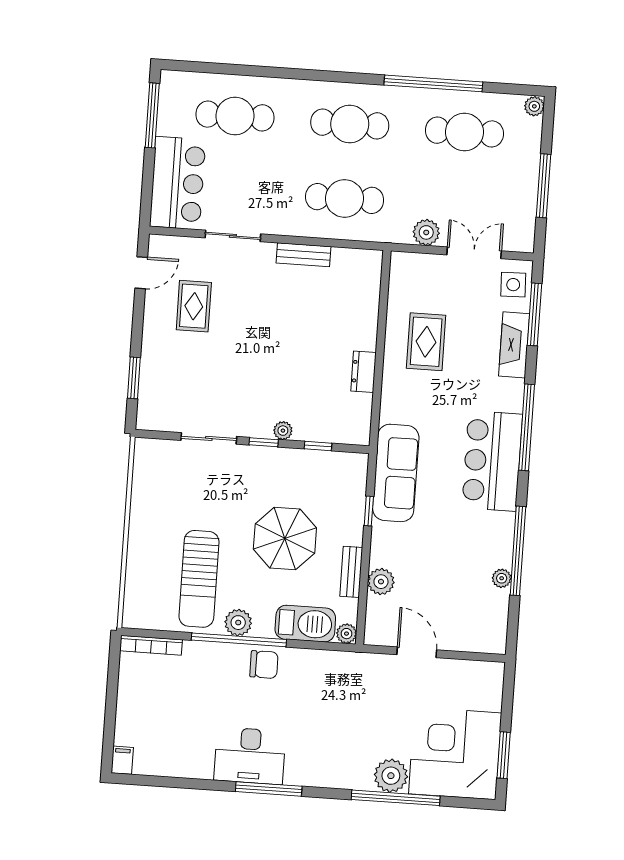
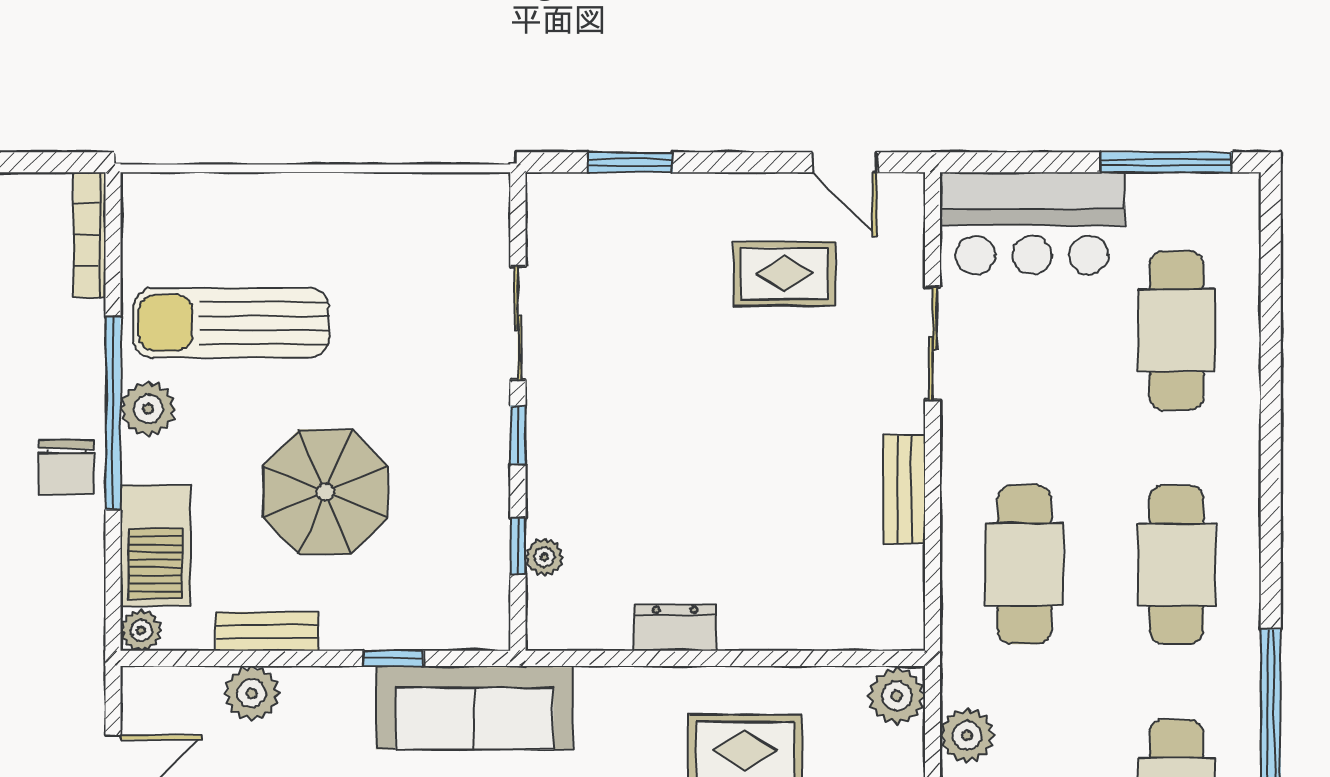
plant: (404, 266) -> (897, 696), added
plant: (283, 431) -> (544, 557), moved

